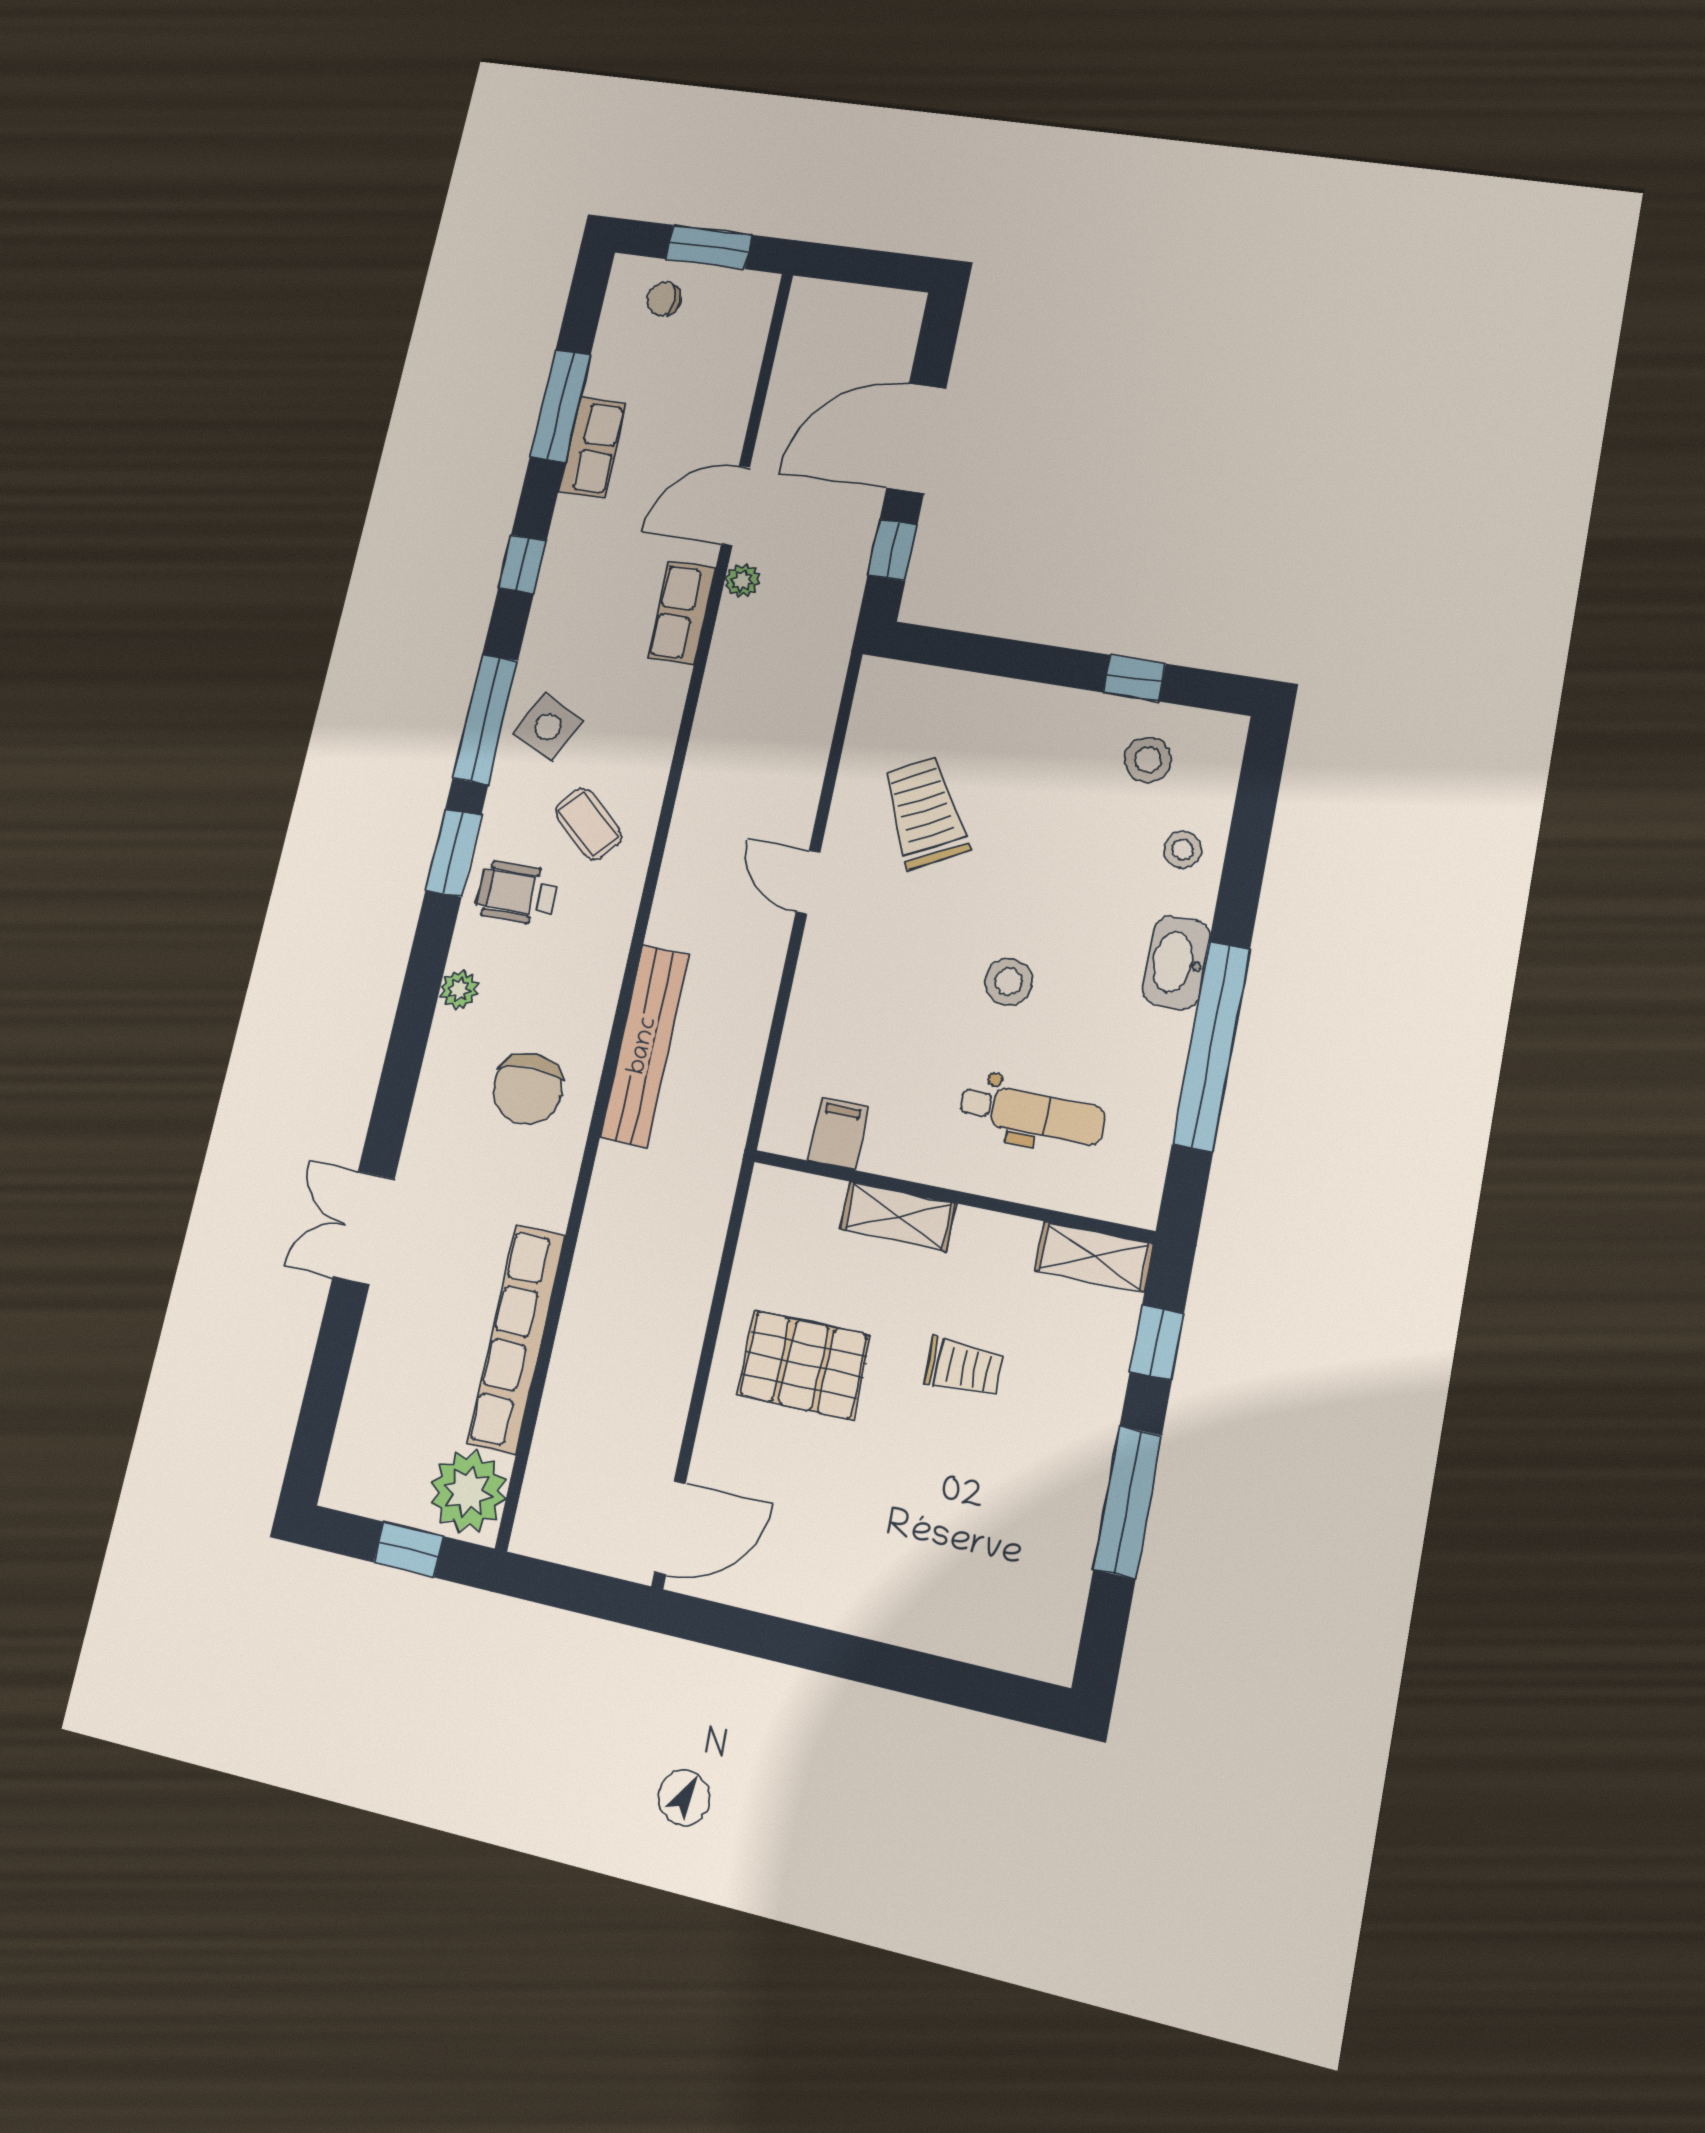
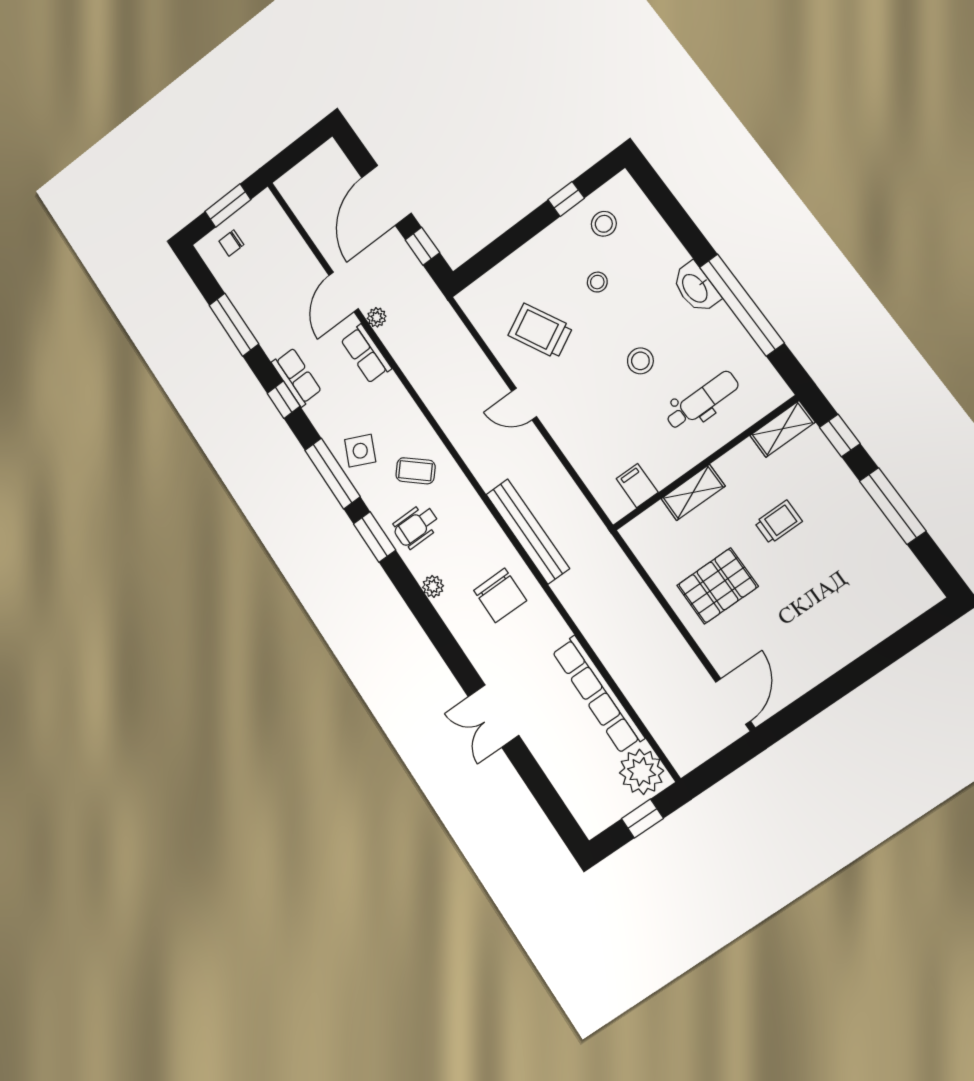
row of seats: (592, 447) -> (297, 377), moved
stool: (1183, 850) -> (597, 282), moved

